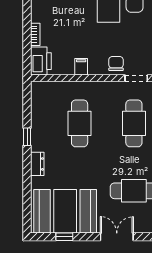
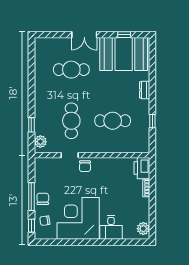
filing cabinet: (81, 67) -> (111, 164), removed
cafe table: (80, 123) -> (113, 121), turned 90
window: (27, 137) -> (152, 121), moved

